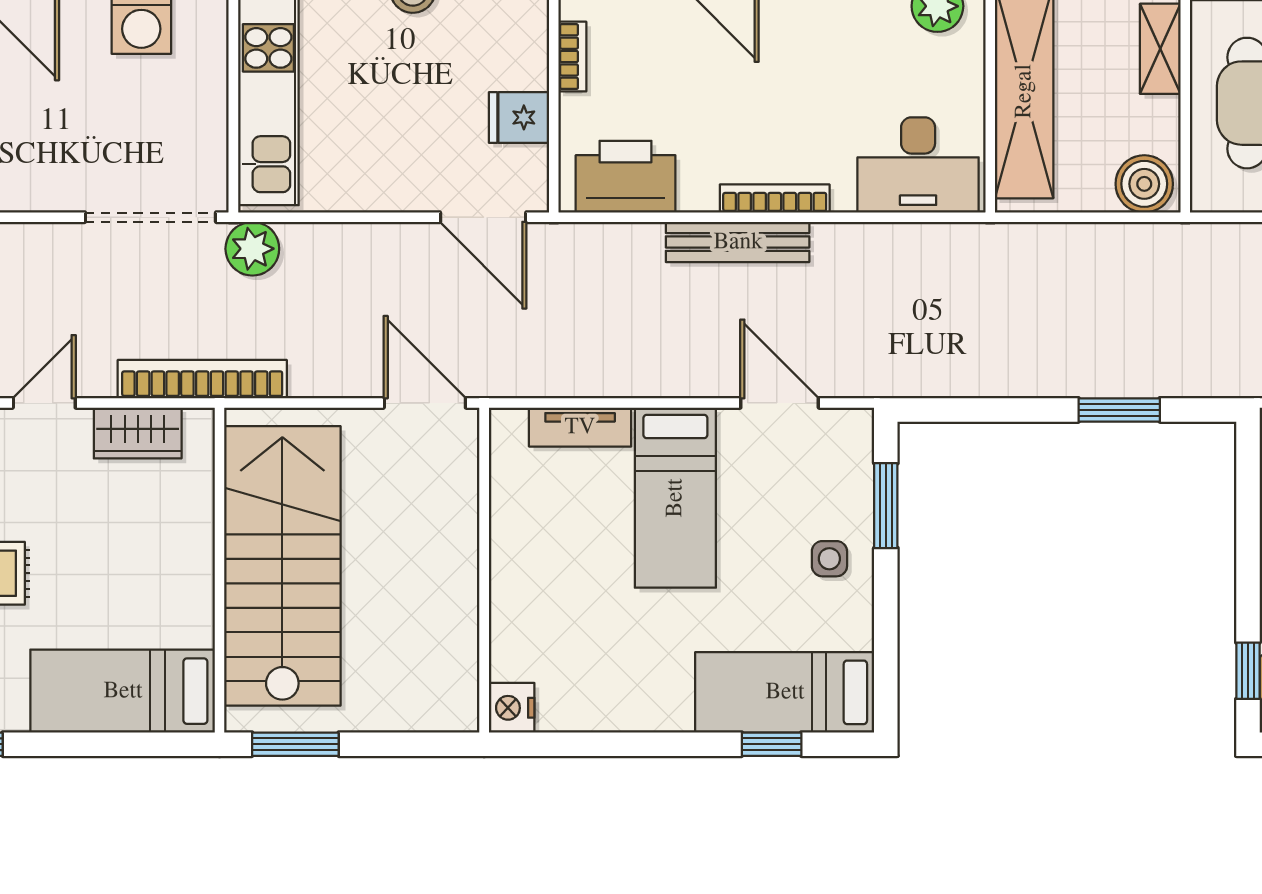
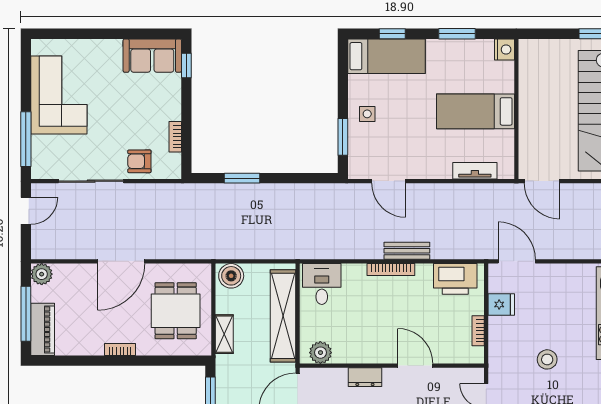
desk: (918, 165) -> (322, 284), width x0.73
bench: (738, 242) -> (407, 251), width x0.73
bed: (675, 498) -> (475, 111), moved, turned -90
window: (621, 744) -> (457, 34), added

